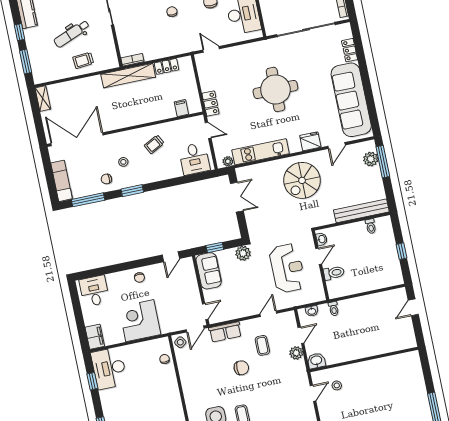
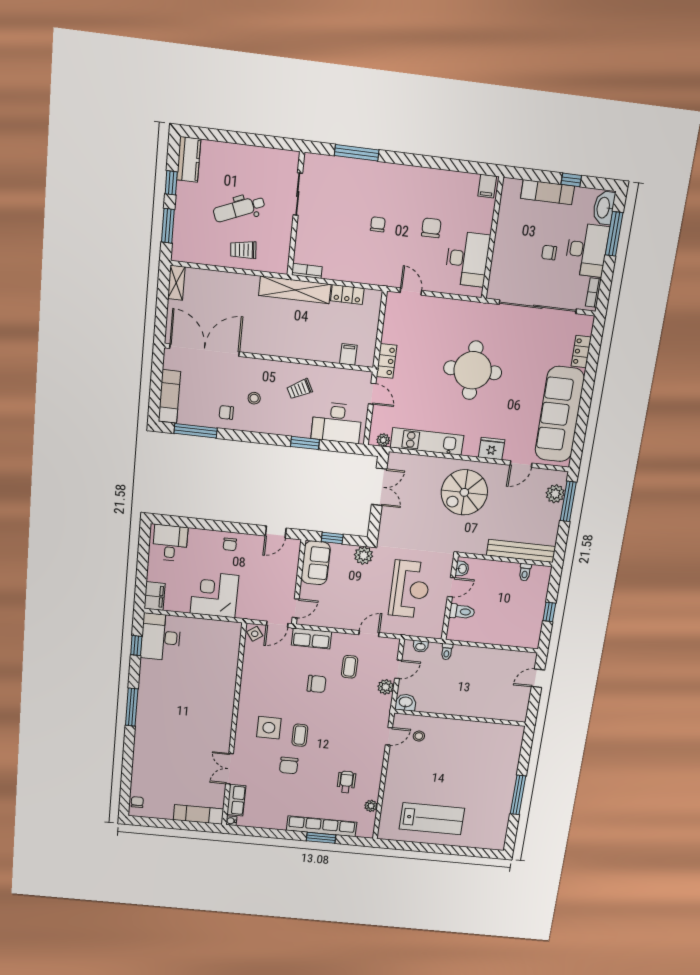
desk: (194, 159) -> (337, 423), width x1.37
window: (132, 191) -> (305, 443), moved
chair: (165, 359) -> (230, 647), removed

